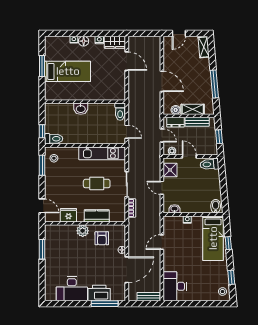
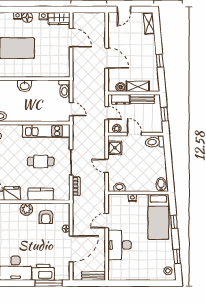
window: (214, 84) -> (160, 61), width x0.46
desk: (175, 286) -> (120, 245), moved

